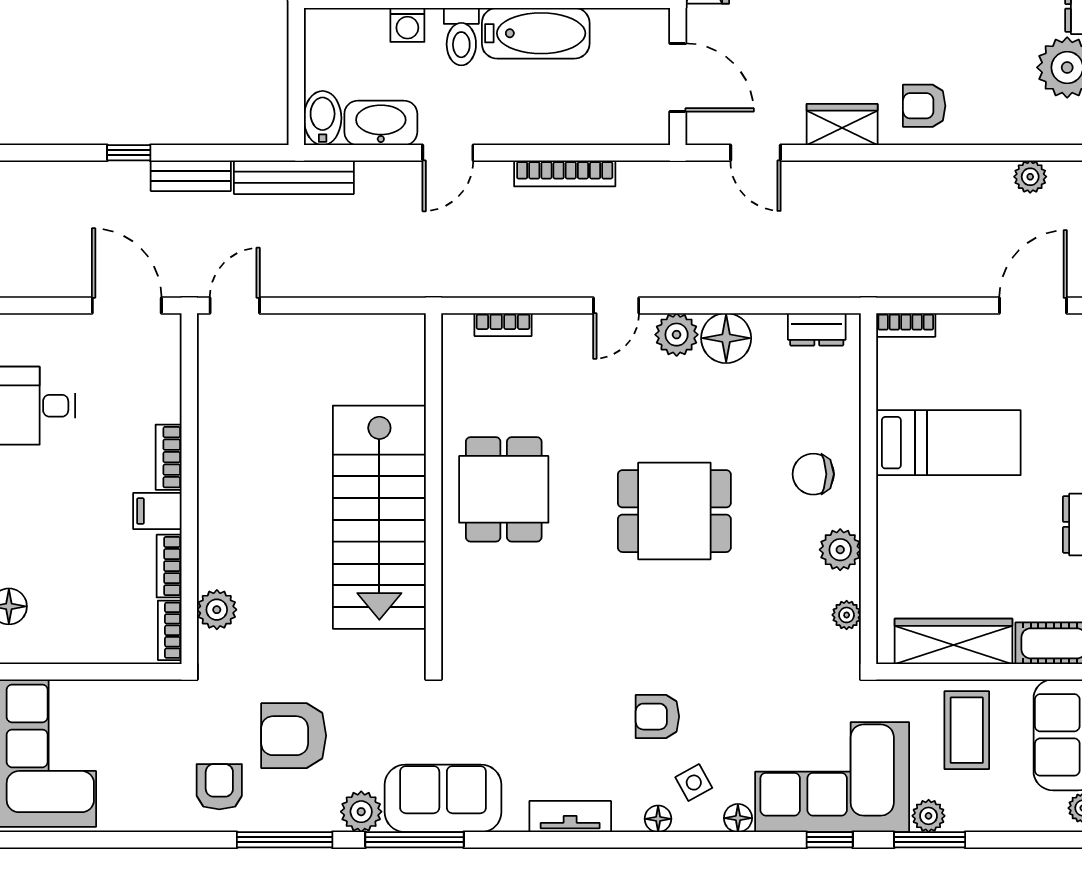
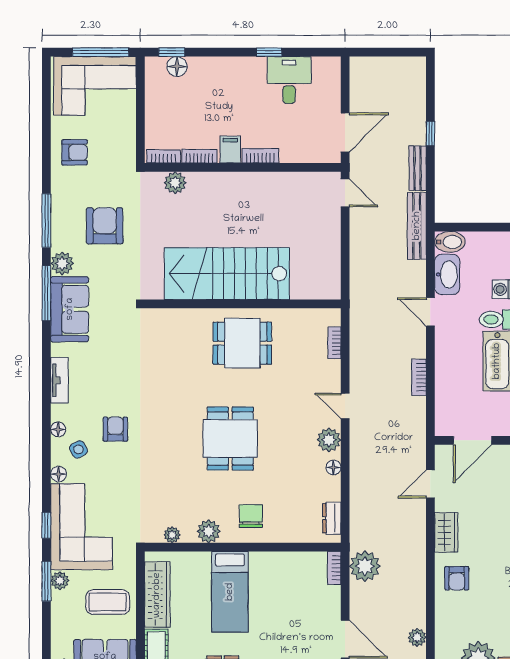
armchair: (924, 106) -> (457, 578), turned 180
bookcase: (565, 173) -> (419, 377), width x0.64
plant: (903, 270) -> (365, 566), added
floor lamp: (726, 338) -> (333, 467), width x0.53, depth x0.53
bed: (948, 443) -> (230, 592), moved
armchair: (219, 787) -> (75, 152), moved

